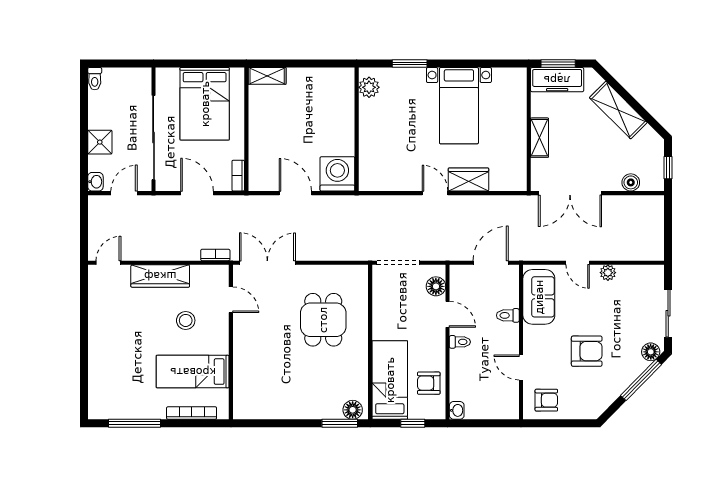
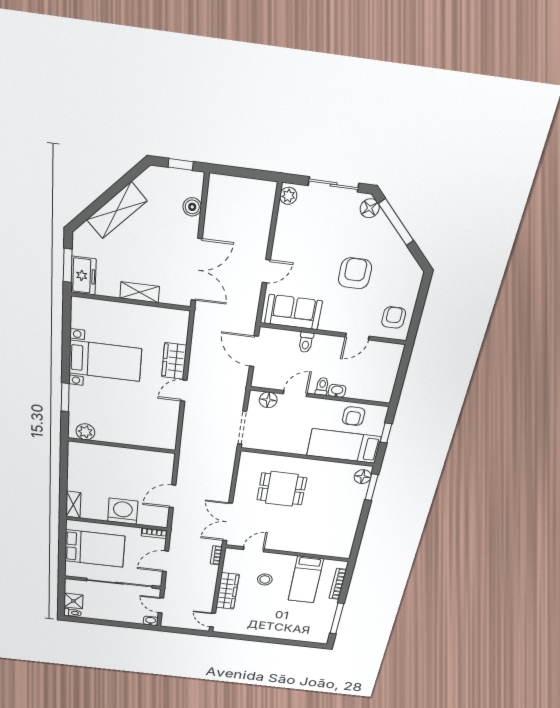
freezer: (557, 80) -> (83, 276), width x0.71
shower: (100, 142) -> (73, 601), moved
washing machine: (337, 174) -> (123, 511), moved, turned 90
plant: (608, 273) -> (288, 196), moved
washbasin: (457, 410) -> (337, 391), moved

